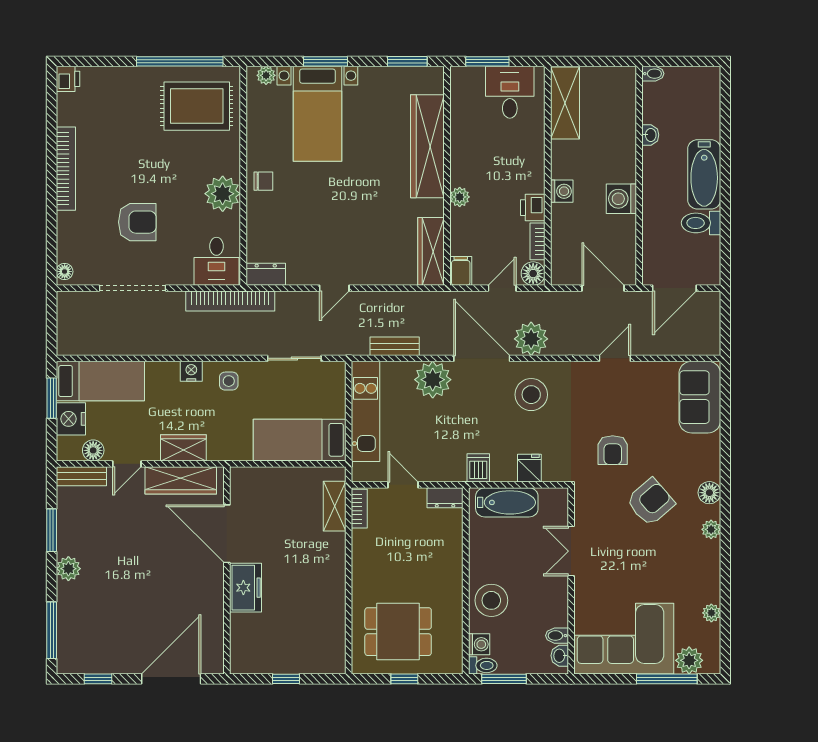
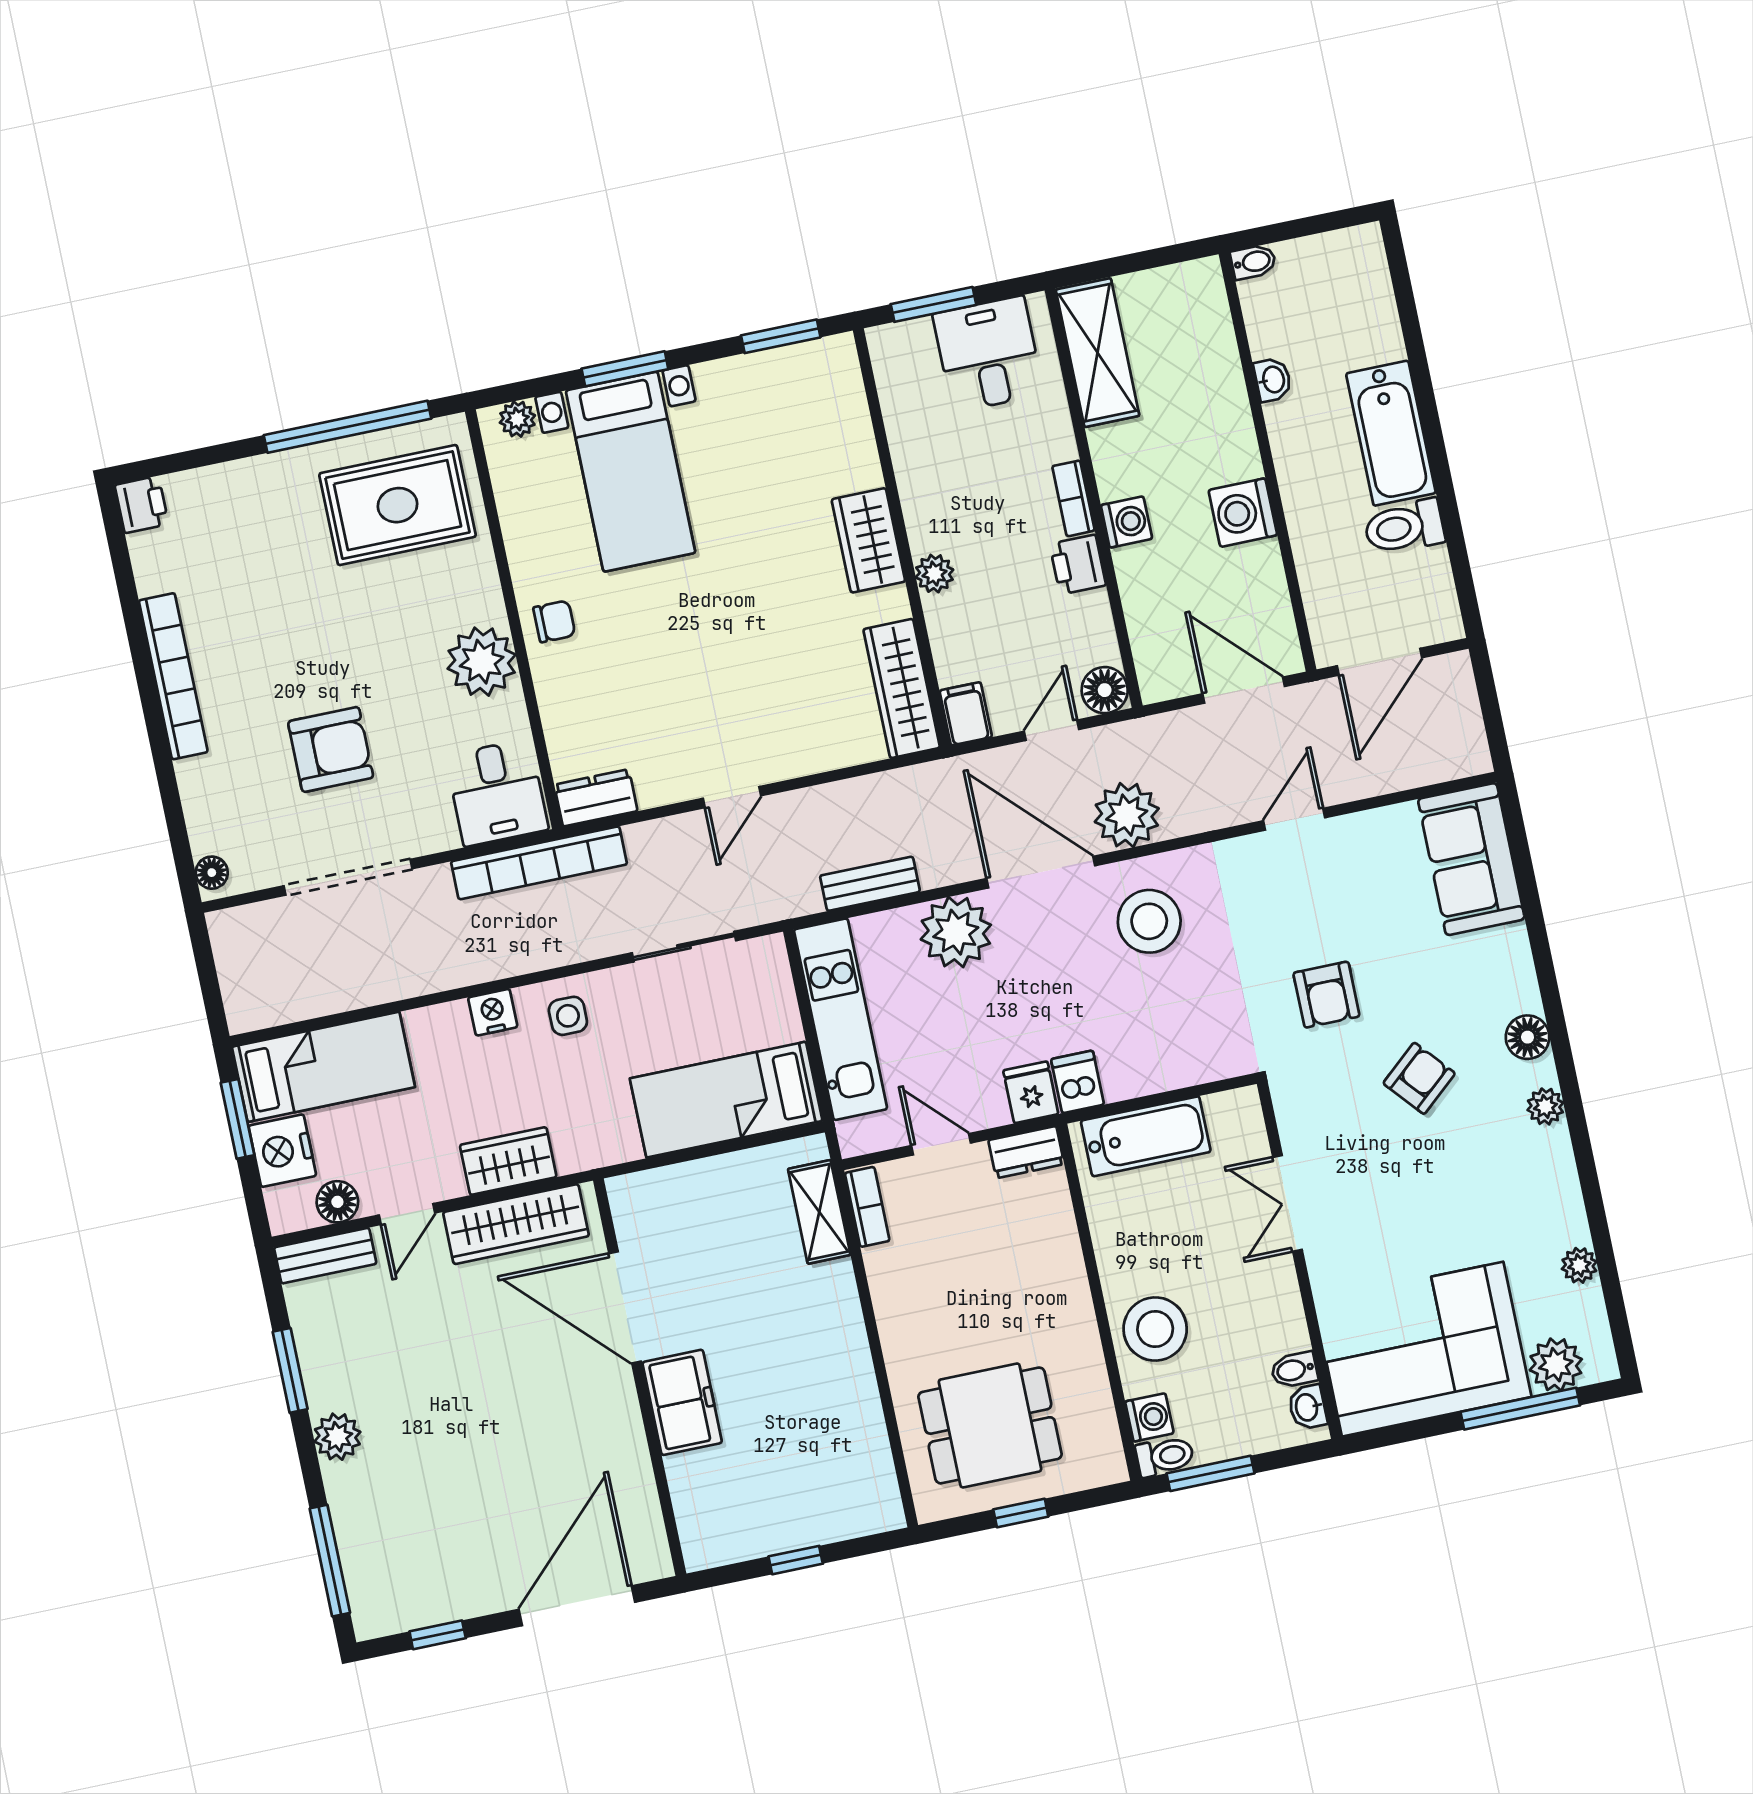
wardrobe: (427, 146) -> (868, 540), width x0.48, depth x0.85
bookcase: (538, 241) -> (1073, 498), moved
fridge: (529, 468) -> (1031, 1092), moved
armchair: (651, 502) -> (1419, 1078), width x0.72, depth x0.72

